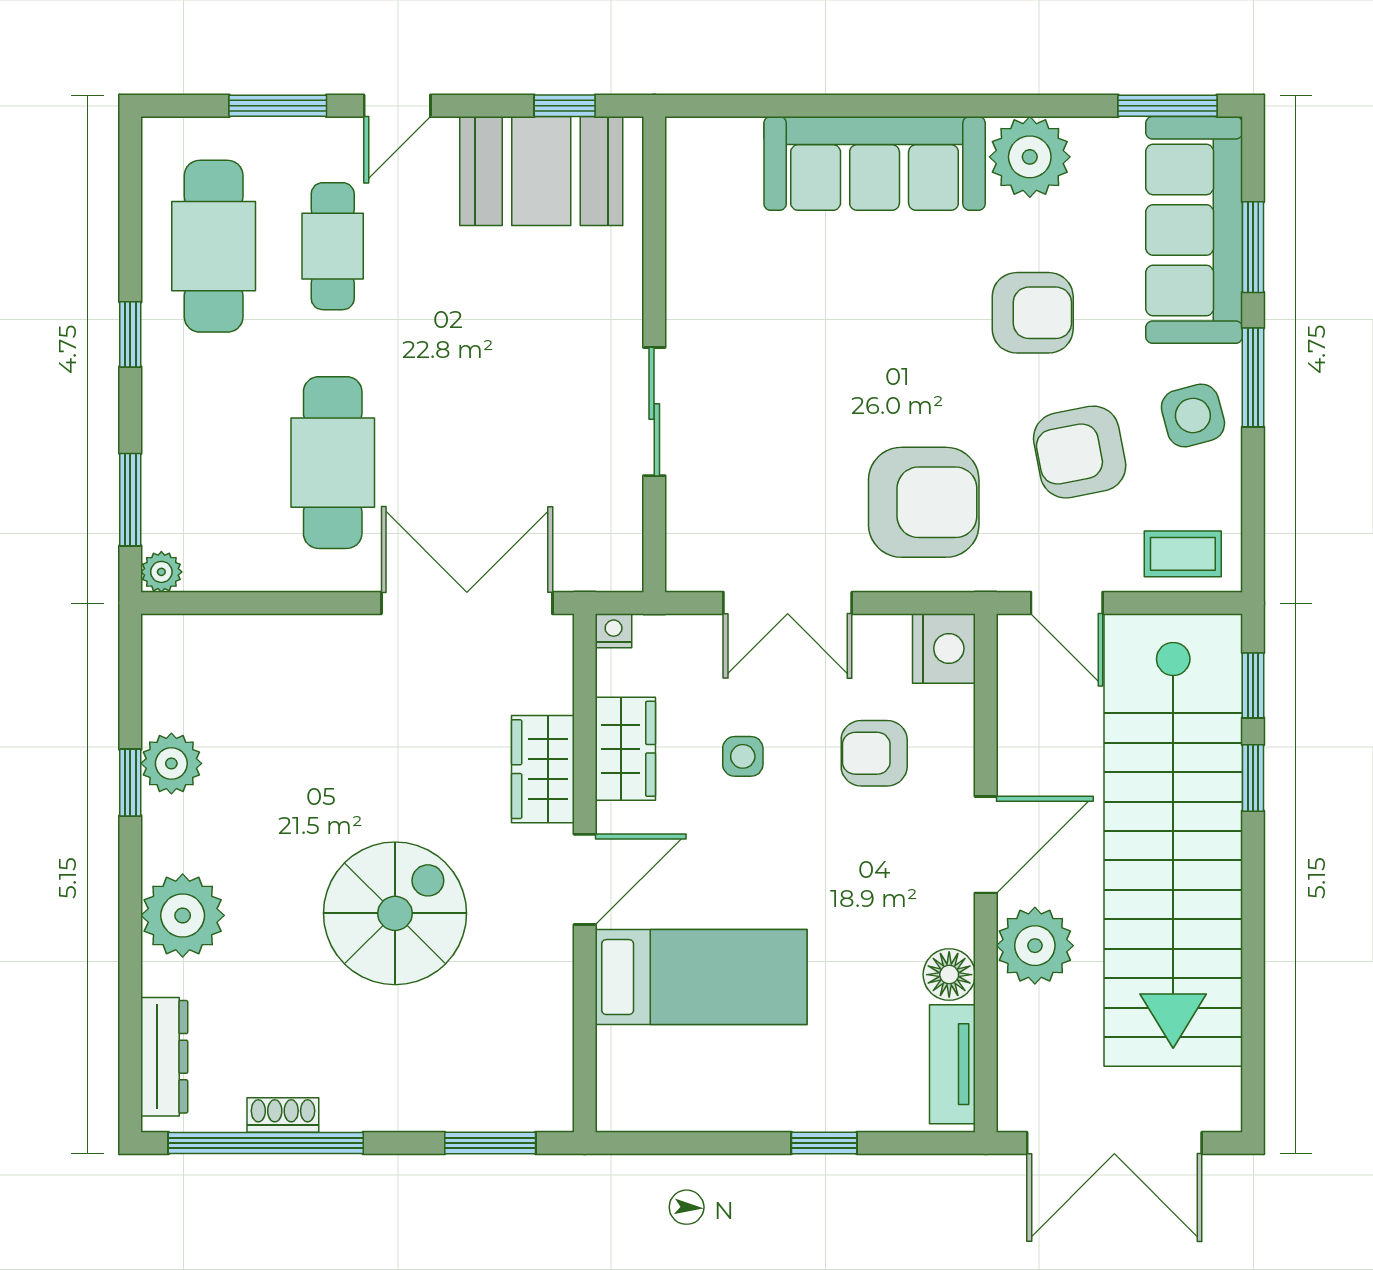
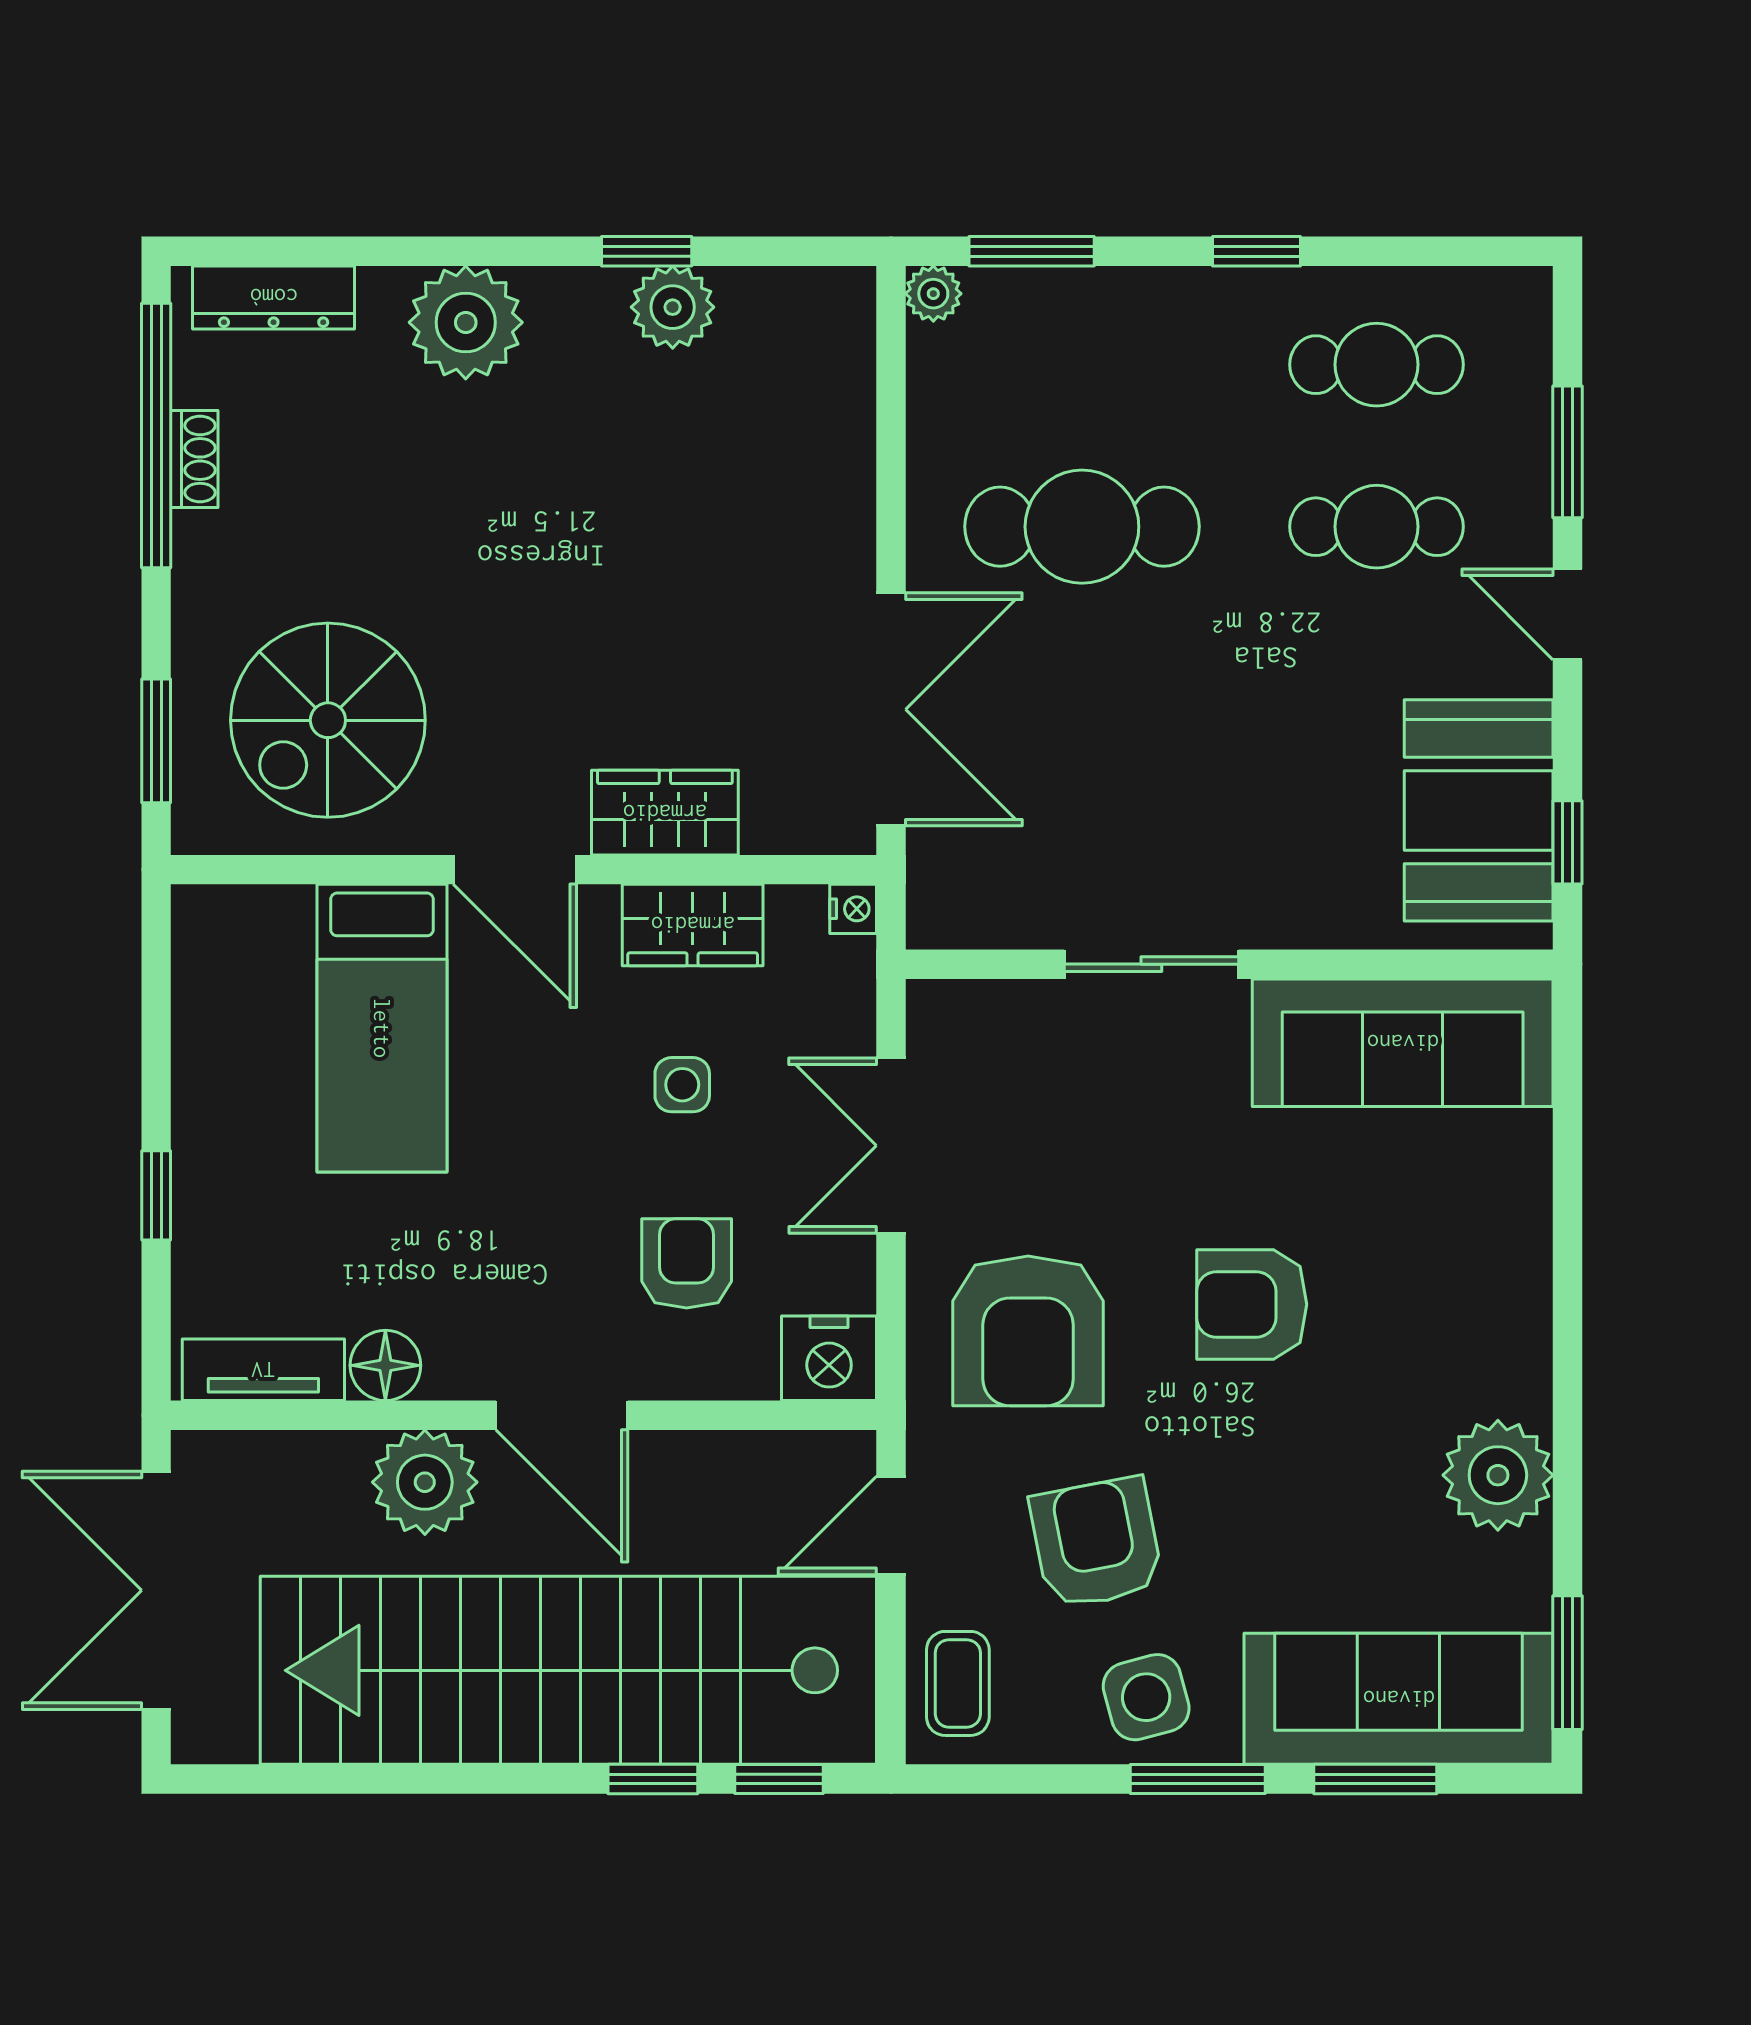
sofa: (875, 163) -> (1403, 1043), moved, turned -90
cafe table: (214, 246) -> (1377, 365), width x0.73, depth x0.74
armchair: (1033, 313) -> (1252, 1304), moved, turned 90
spiral stairs: (395, 913) -> (328, 720), moved, turned 90

